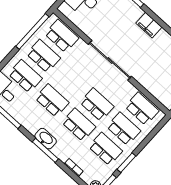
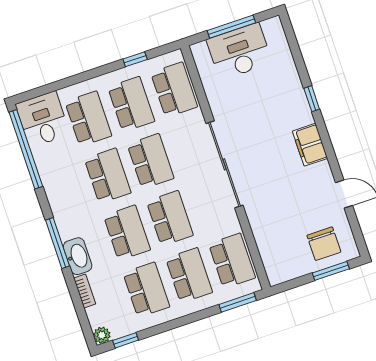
window: (32, 31) -> (135, 59), width x0.32
school desk: (70, 80) -> (150, 161), added
washbasin: (46, 139) -> (78, 256), moved
window: (126, 163) -> (238, 302), moved

